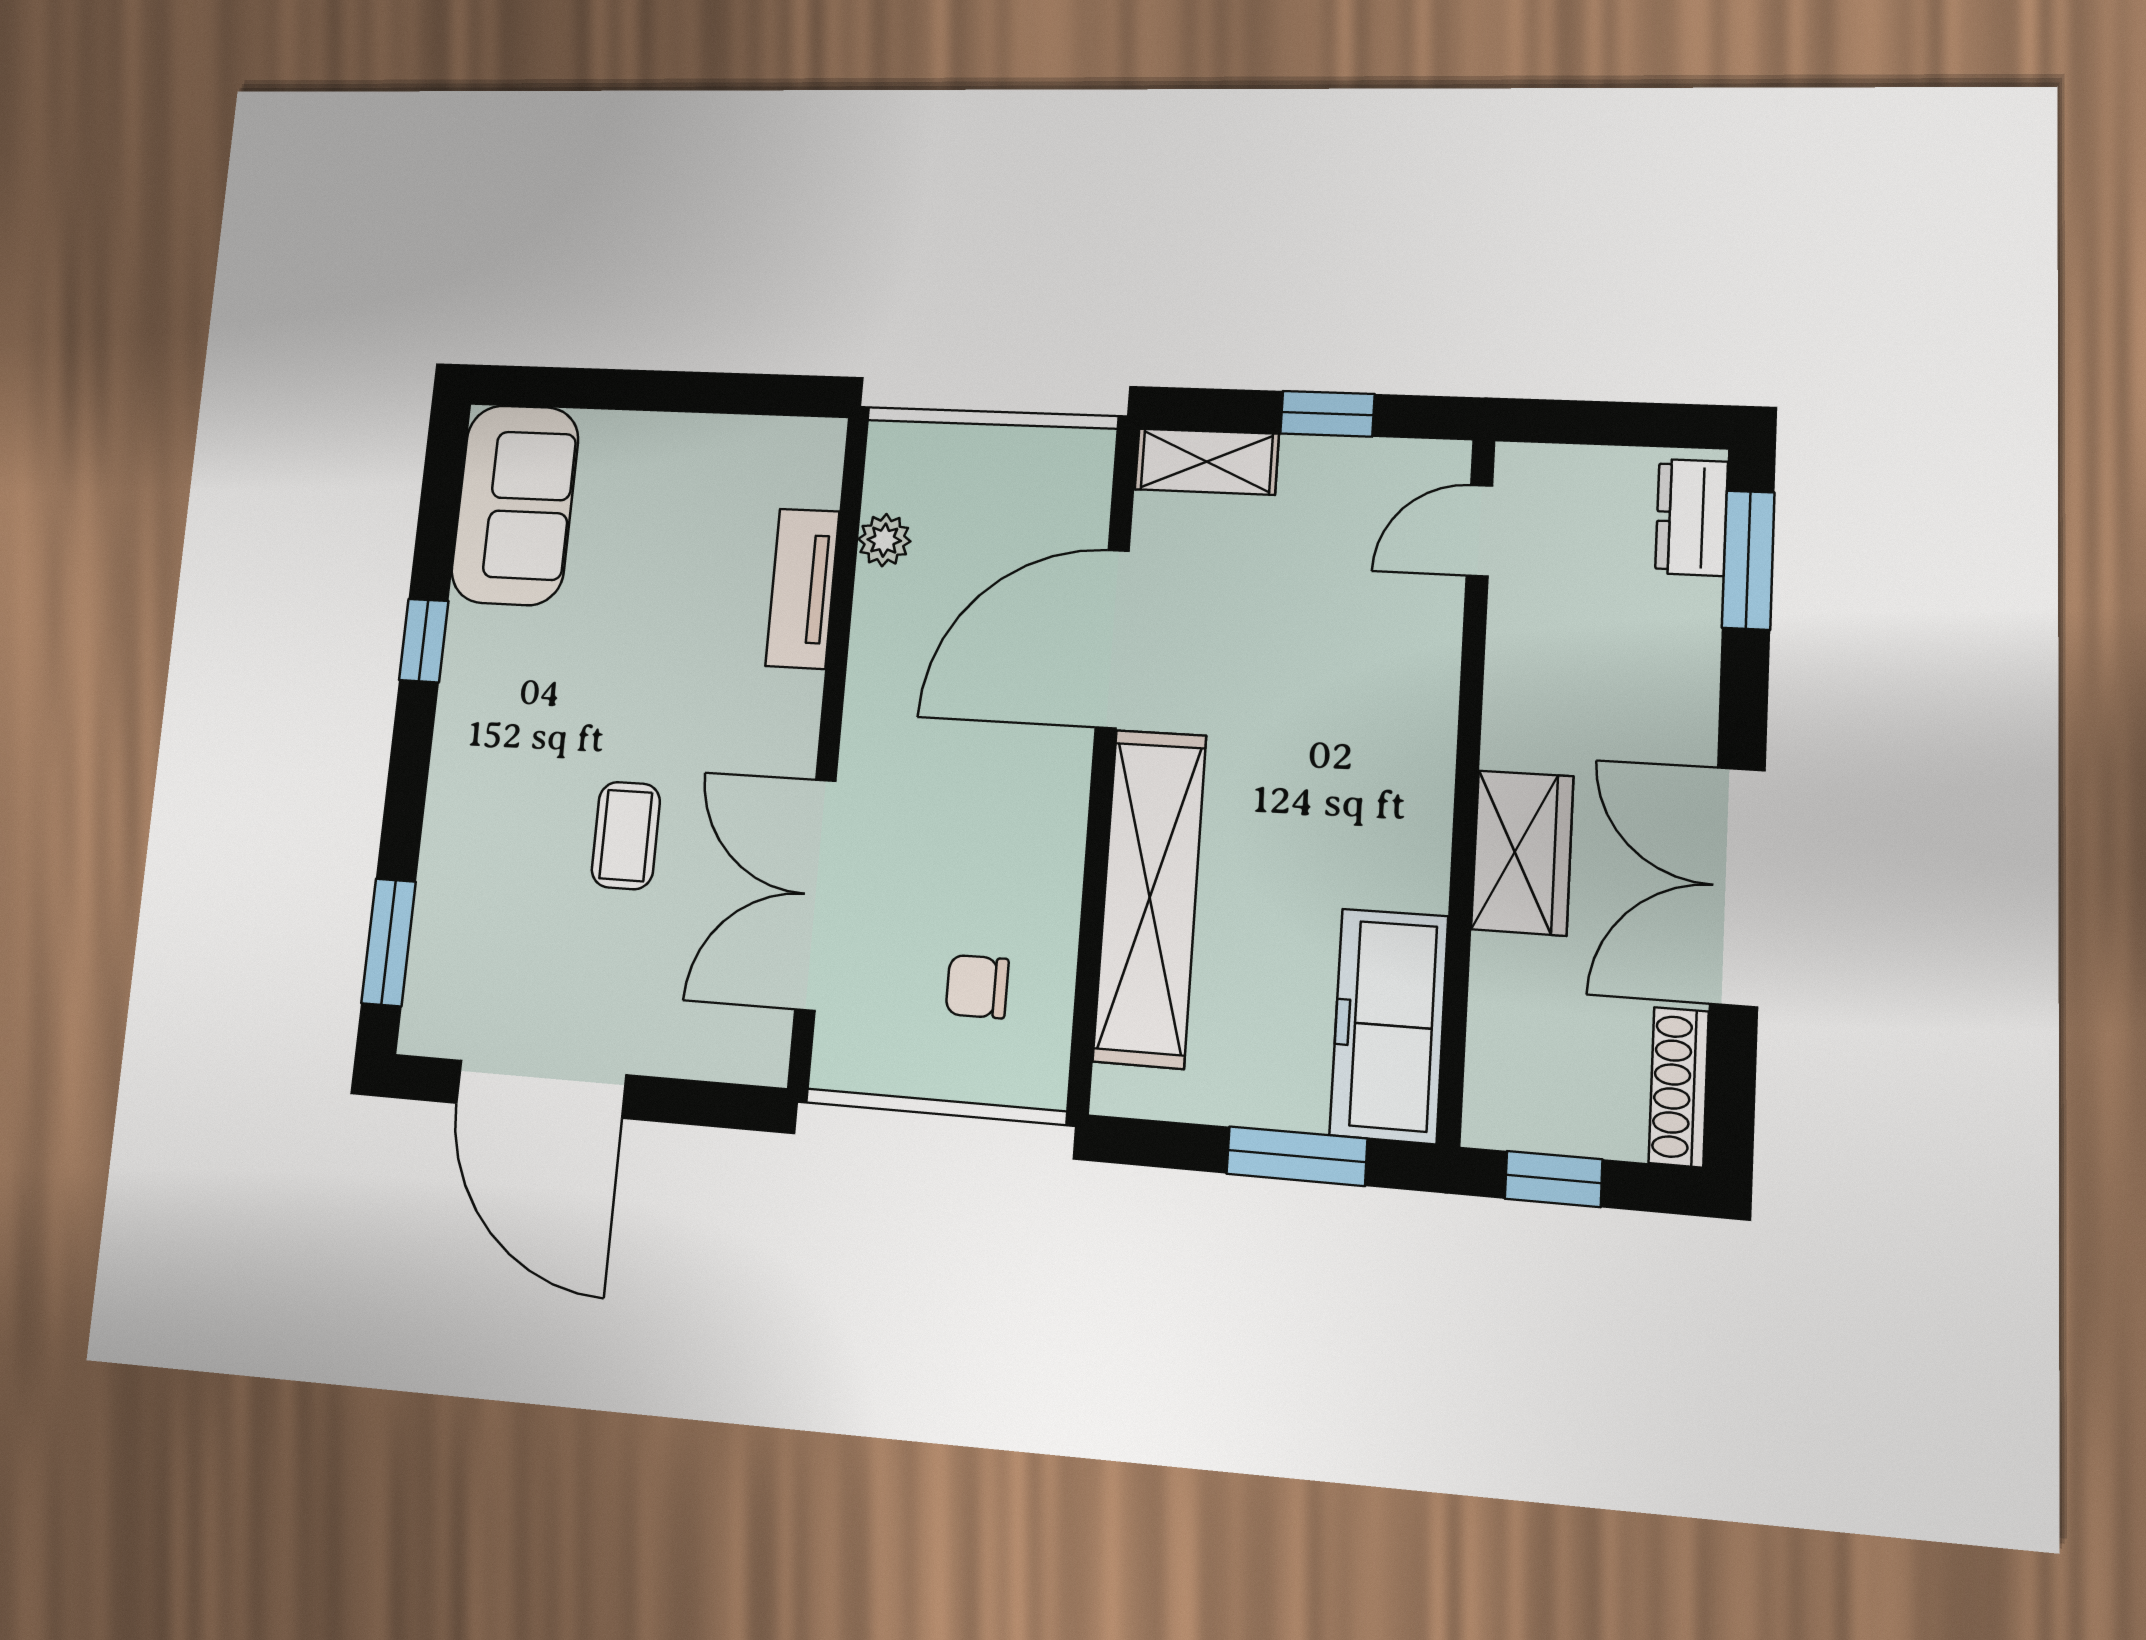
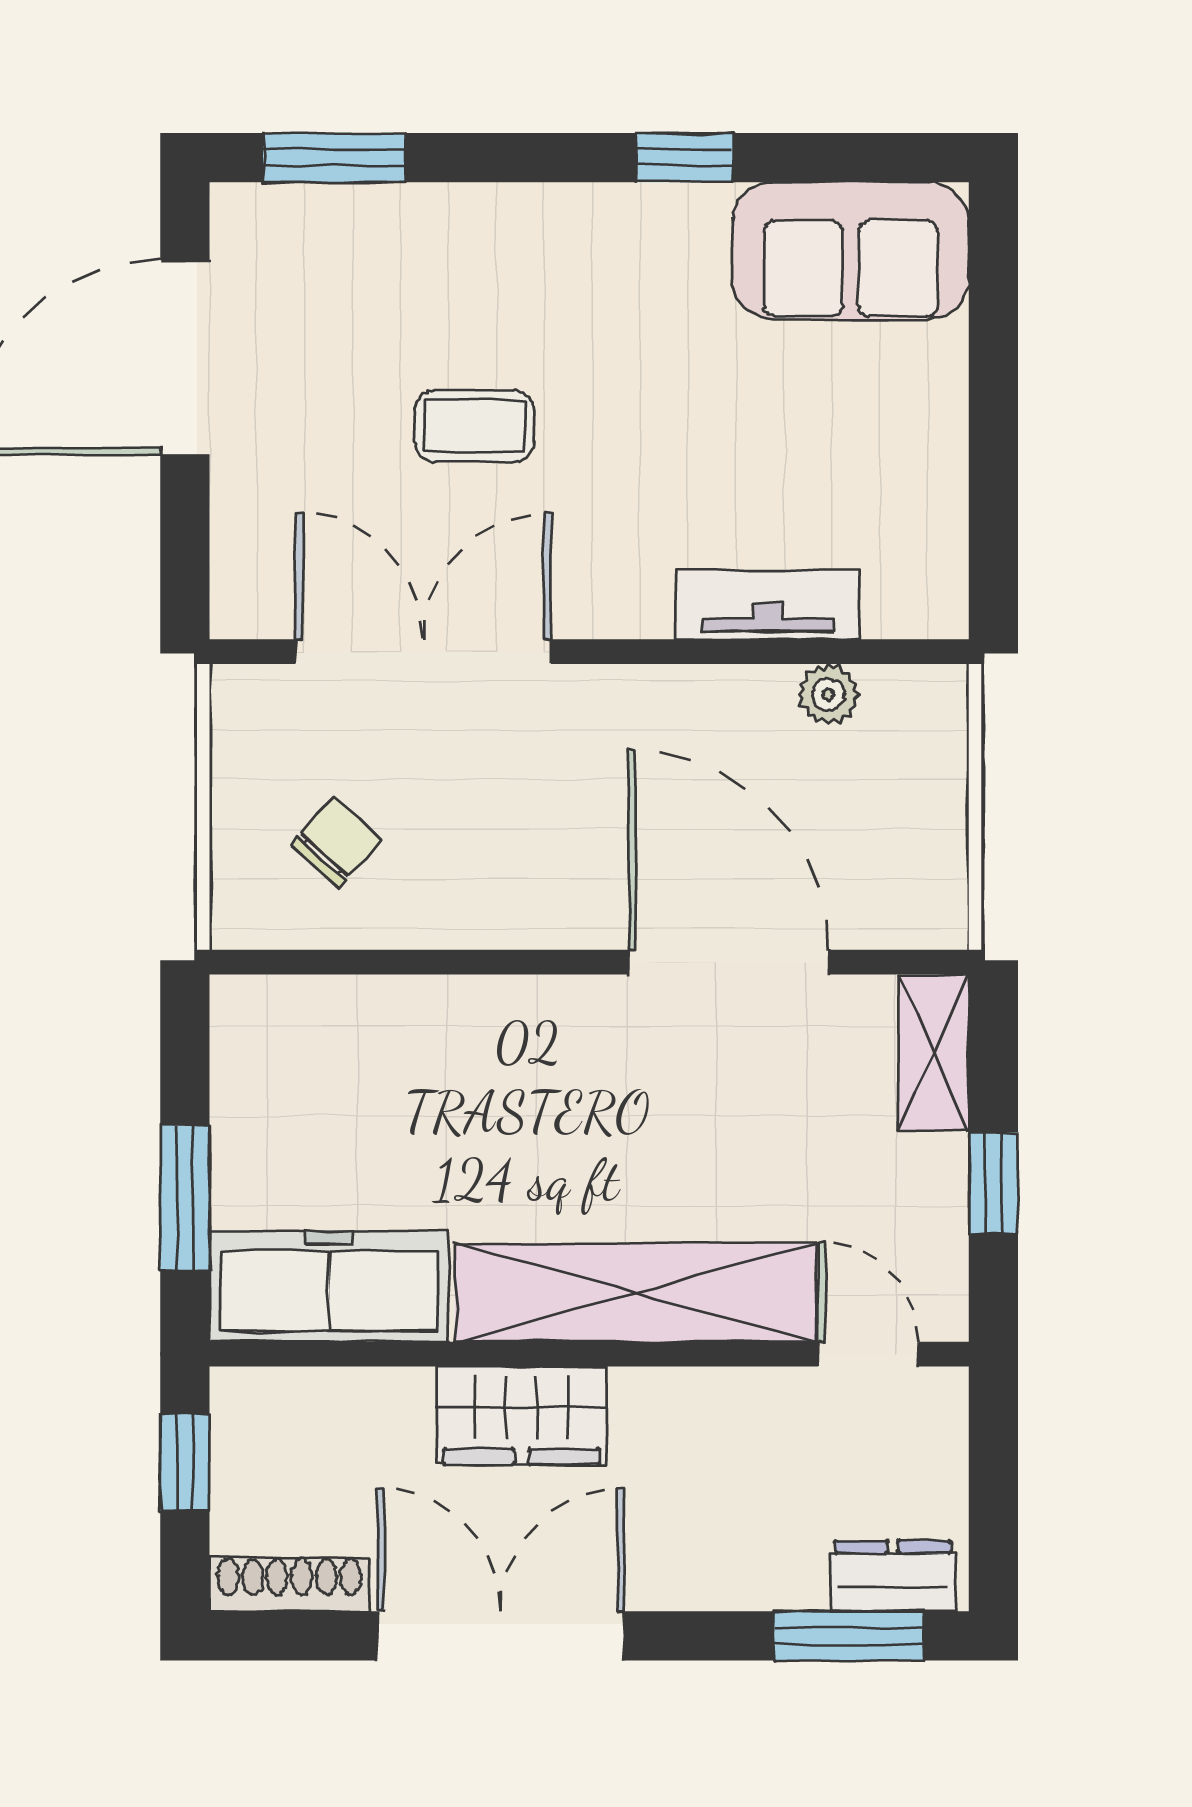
shelving: (1150, 897) -> (636, 1293), moved
chair: (977, 987) -> (336, 842), turned 42

